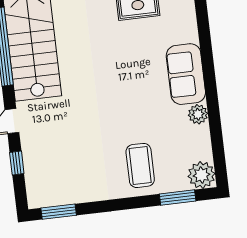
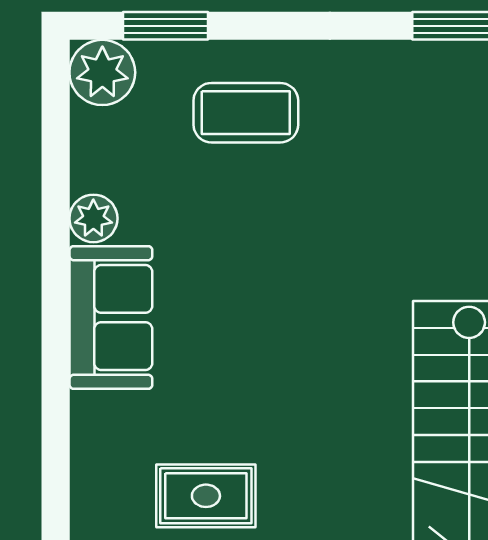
coffee table: (140, 165) -> (246, 113), turned 90

